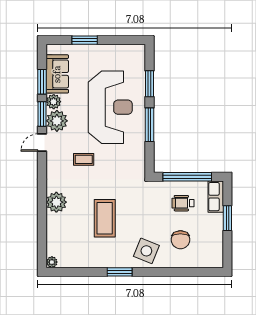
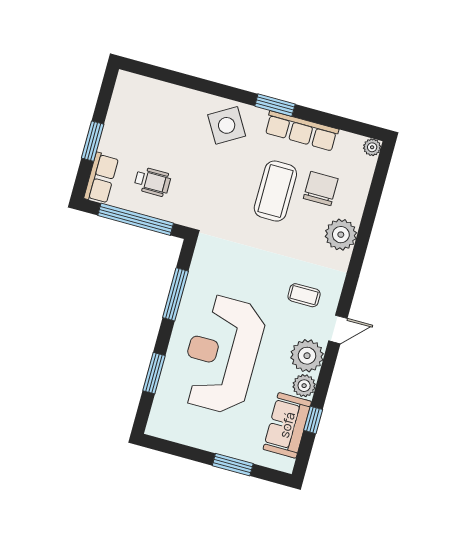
window: (42, 82) -> (313, 420), width x0.67
window: (42, 114) -> (326, 372), removed
window: (149, 125) -> (175, 294), moved
coffee table: (84, 159) -> (304, 295), moved
chair: (180, 240) -> (321, 189), moved
side table: (146, 251) -> (227, 125), turned 37
row of seats: (99, 260) -> (301, 131), added

